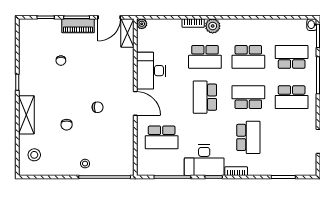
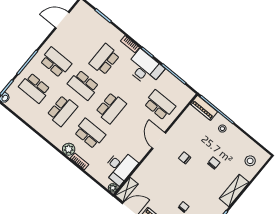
school desk: (248, 57) -> (62, 111), turned 90
desk: (151, 71) -> (120, 167), moved
piano: (118, 169) -> (204, 108), added

